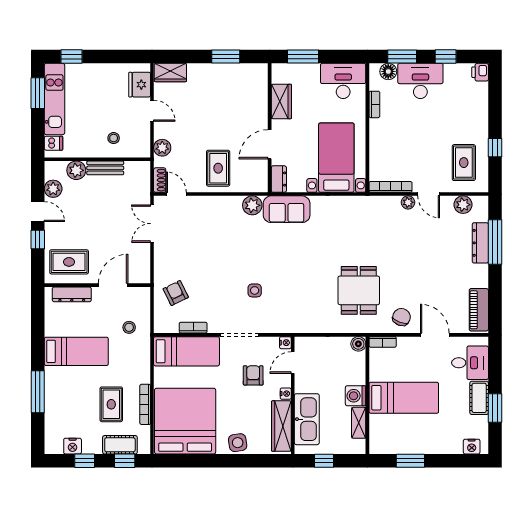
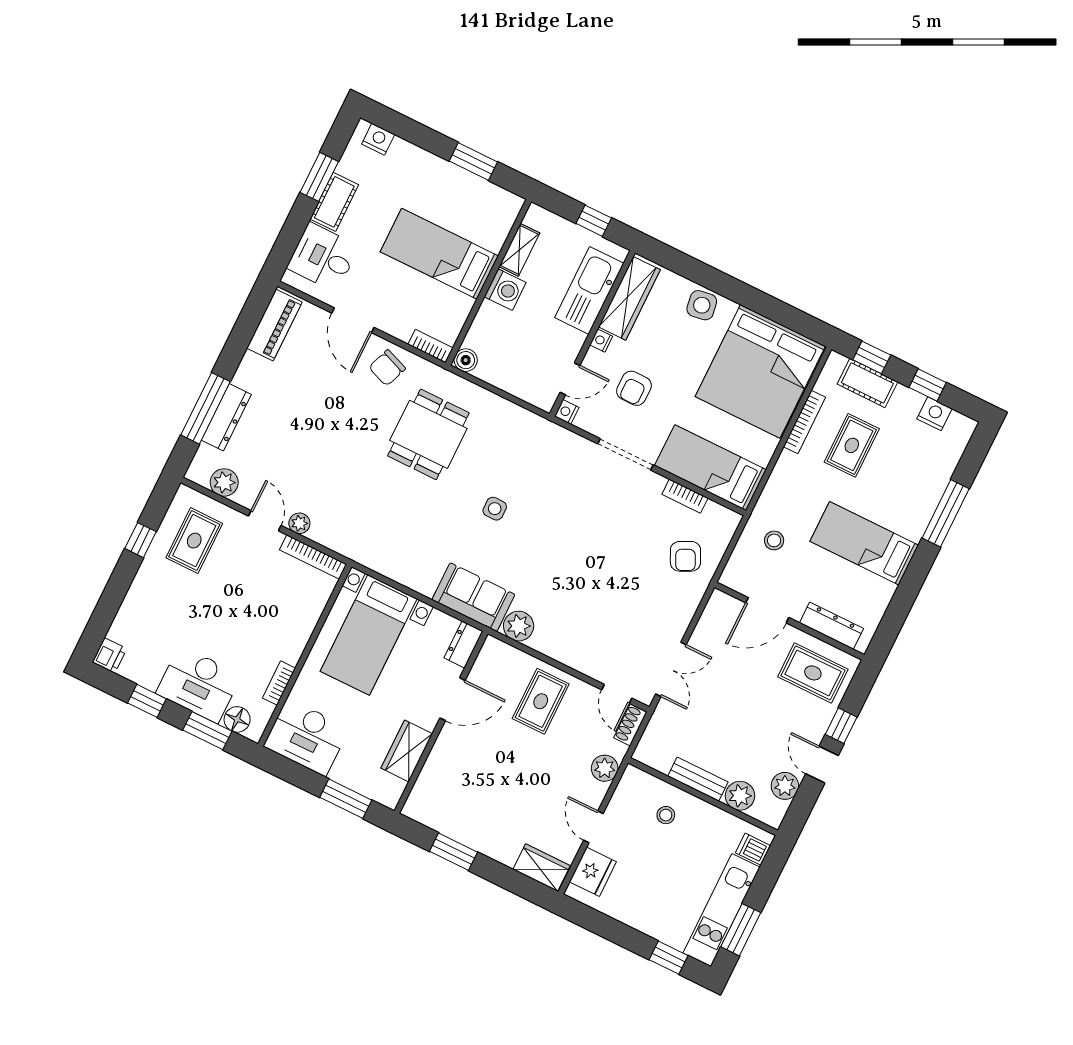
side table: (255, 290) -> (495, 509), moved

